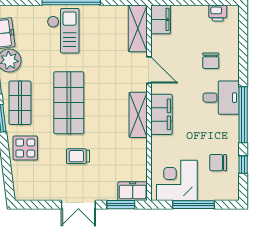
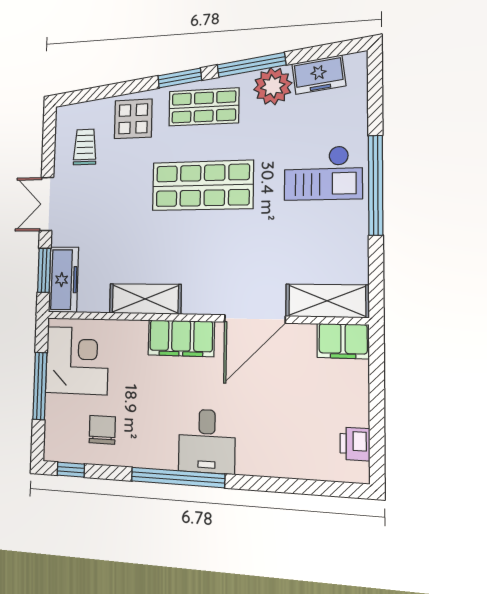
chair: (211, 61) -> (270, 427), removed
door: (149, 70) -> (255, 319), width x1.36
shelving: (138, 115) -> (145, 299), moved
trolley: (78, 156) -> (85, 147), moved
window: (243, 165) -> (71, 470), moved
freezer: (133, 191) -> (64, 280), width x1.40

